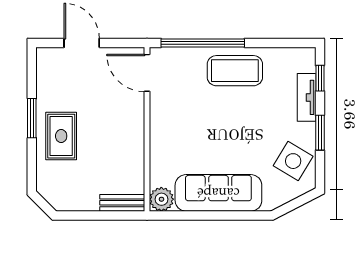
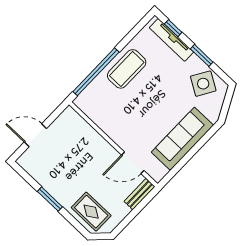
door: (147, 73) -> (133, 163), moved
tv unit: (307, 97) -> (171, 40), width x1.41
rug: (61, 136) -> (91, 212), moved
plant: (161, 199) -> (157, 172), removed

